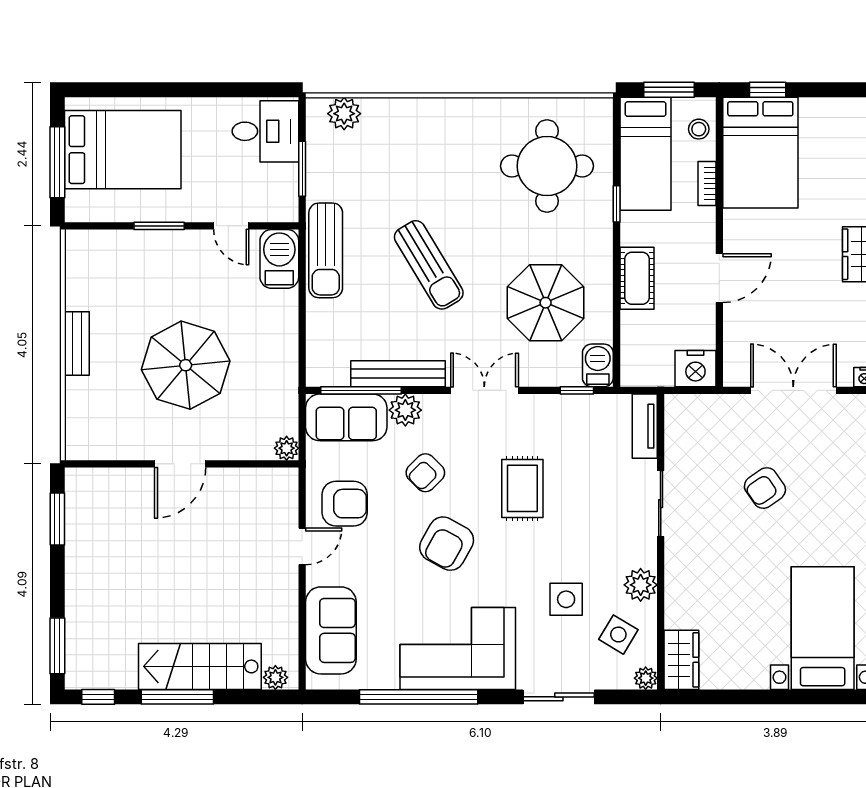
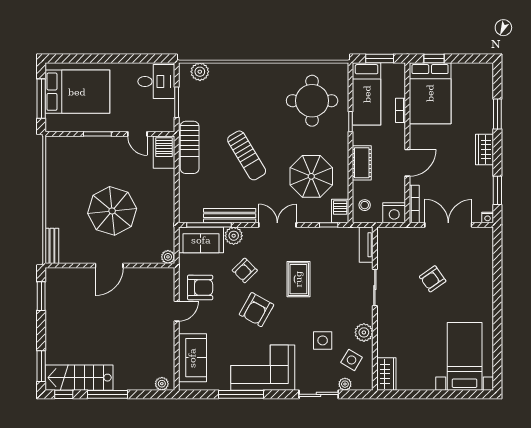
stool: (699, 129) -> (365, 205), moved
bench: (77, 343) -> (52, 246), moved
bookcase: (732, 353) -> (414, 204), added
stairs: (200, 666) -> (79, 378), moved
plant: (646, 678) -> (345, 384), moved
window: (419, 697) -> (241, 394), width x0.68

